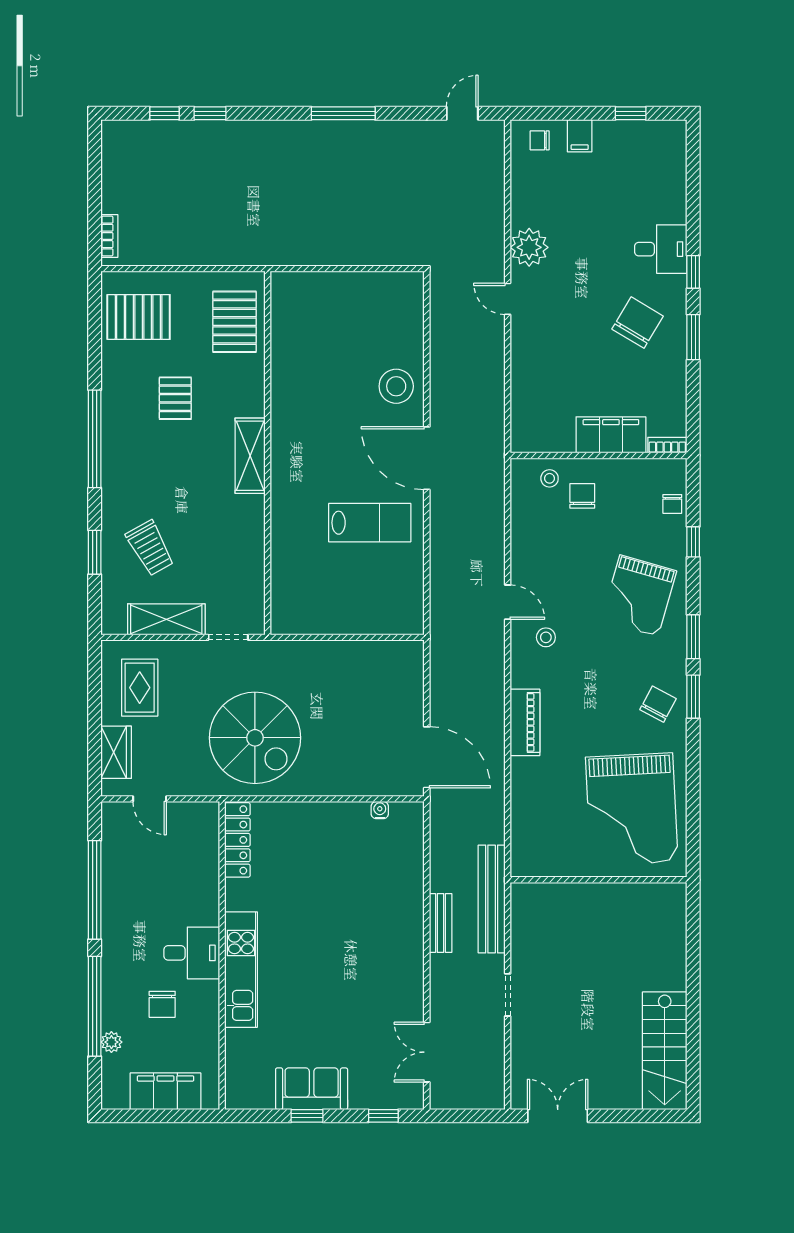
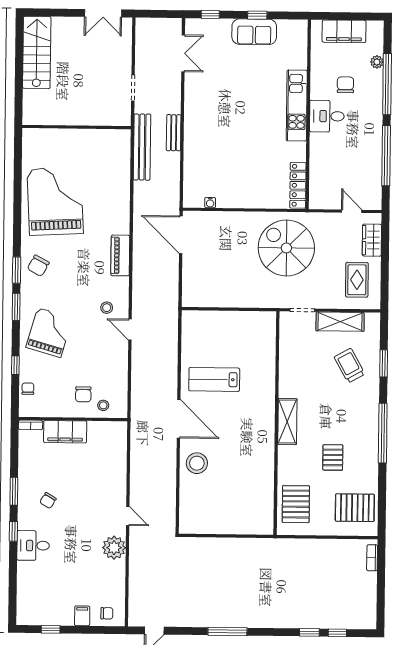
chair: (638, 323) -> (48, 501), width x0.54, depth x0.54
wall: (598, 880) -> (77, 127), moved

